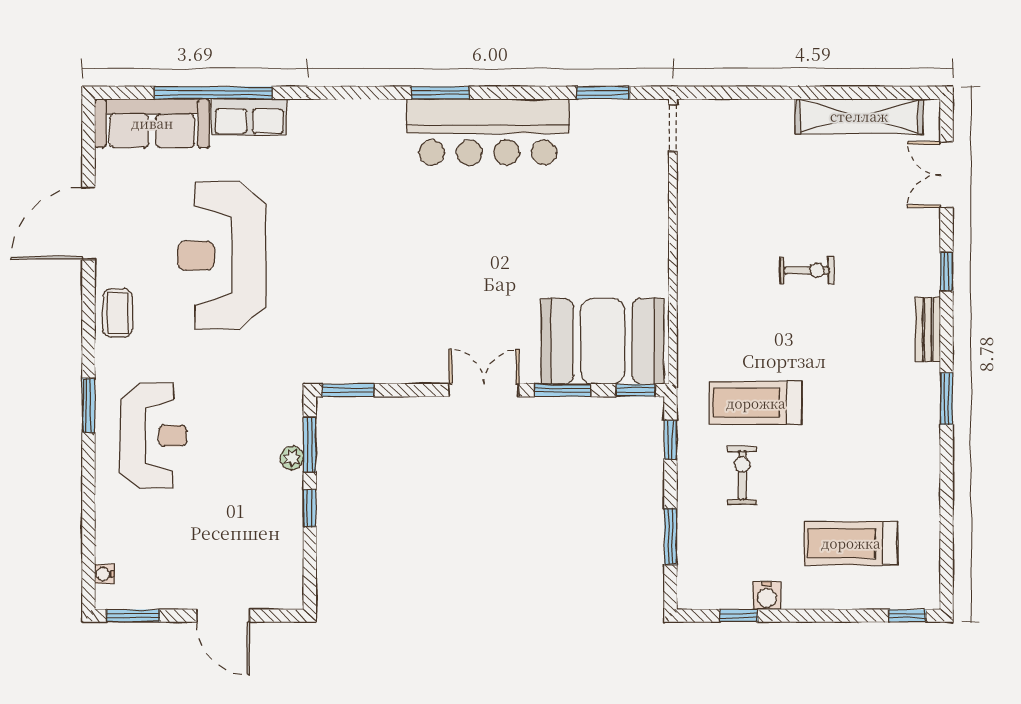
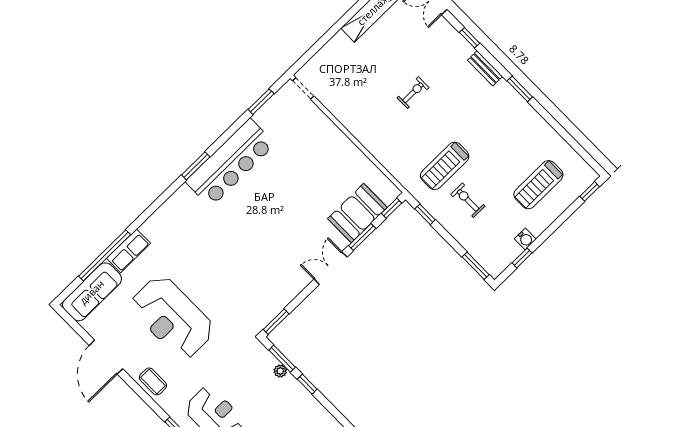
booth: (603, 341) -> (357, 213), width x0.73, depth x0.70
window: (670, 536) -> (476, 266), moved

